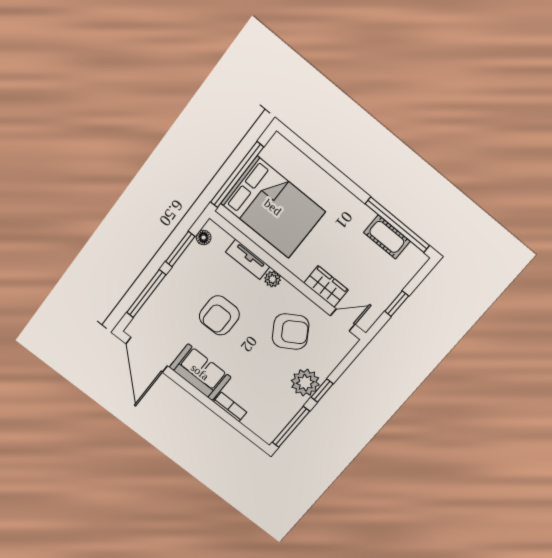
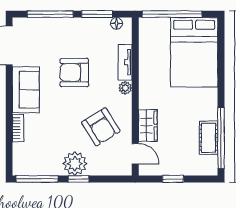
bed: (273, 207) -> (194, 52), moved

